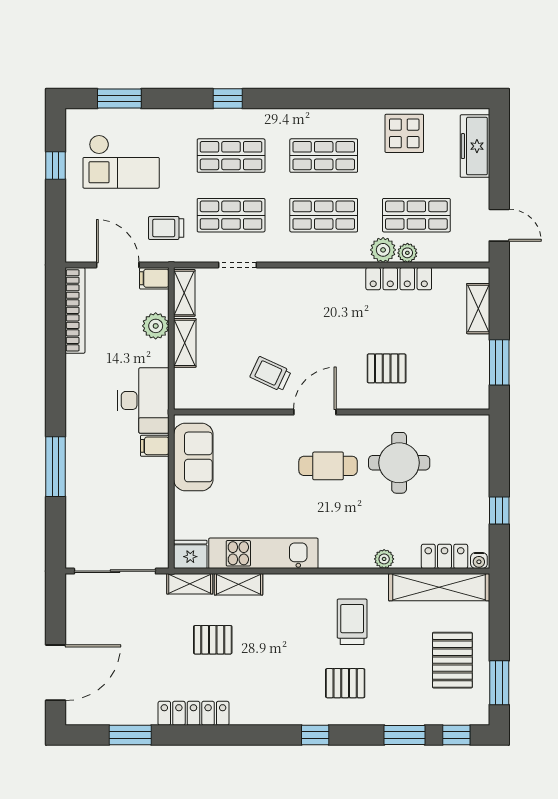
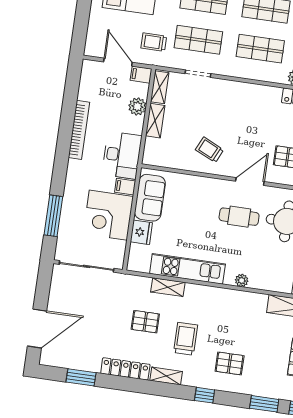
bookcase: (75, 310) -> (79, 130), moved
door: (315, 412) -> (250, 181), moved
window: (56, 467) -> (53, 216), moved
corner desk: (136, 491) -> (108, 215), added
fridge: (190, 554) -> (141, 232), moved, turned 90
plant: (384, 559) -> (242, 280), moved
shelving: (190, 584) -> (166, 376), moved
trolley: (352, 622) -> (186, 339), moved

